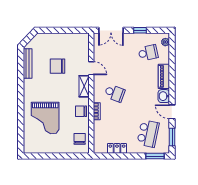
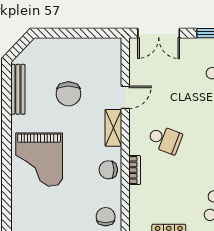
chair: (58, 66) -> (68, 94), turned -90
door: (91, 68) -> (125, 97), hinge flipped
grand piano: (45, 118) -> (39, 160), moved

